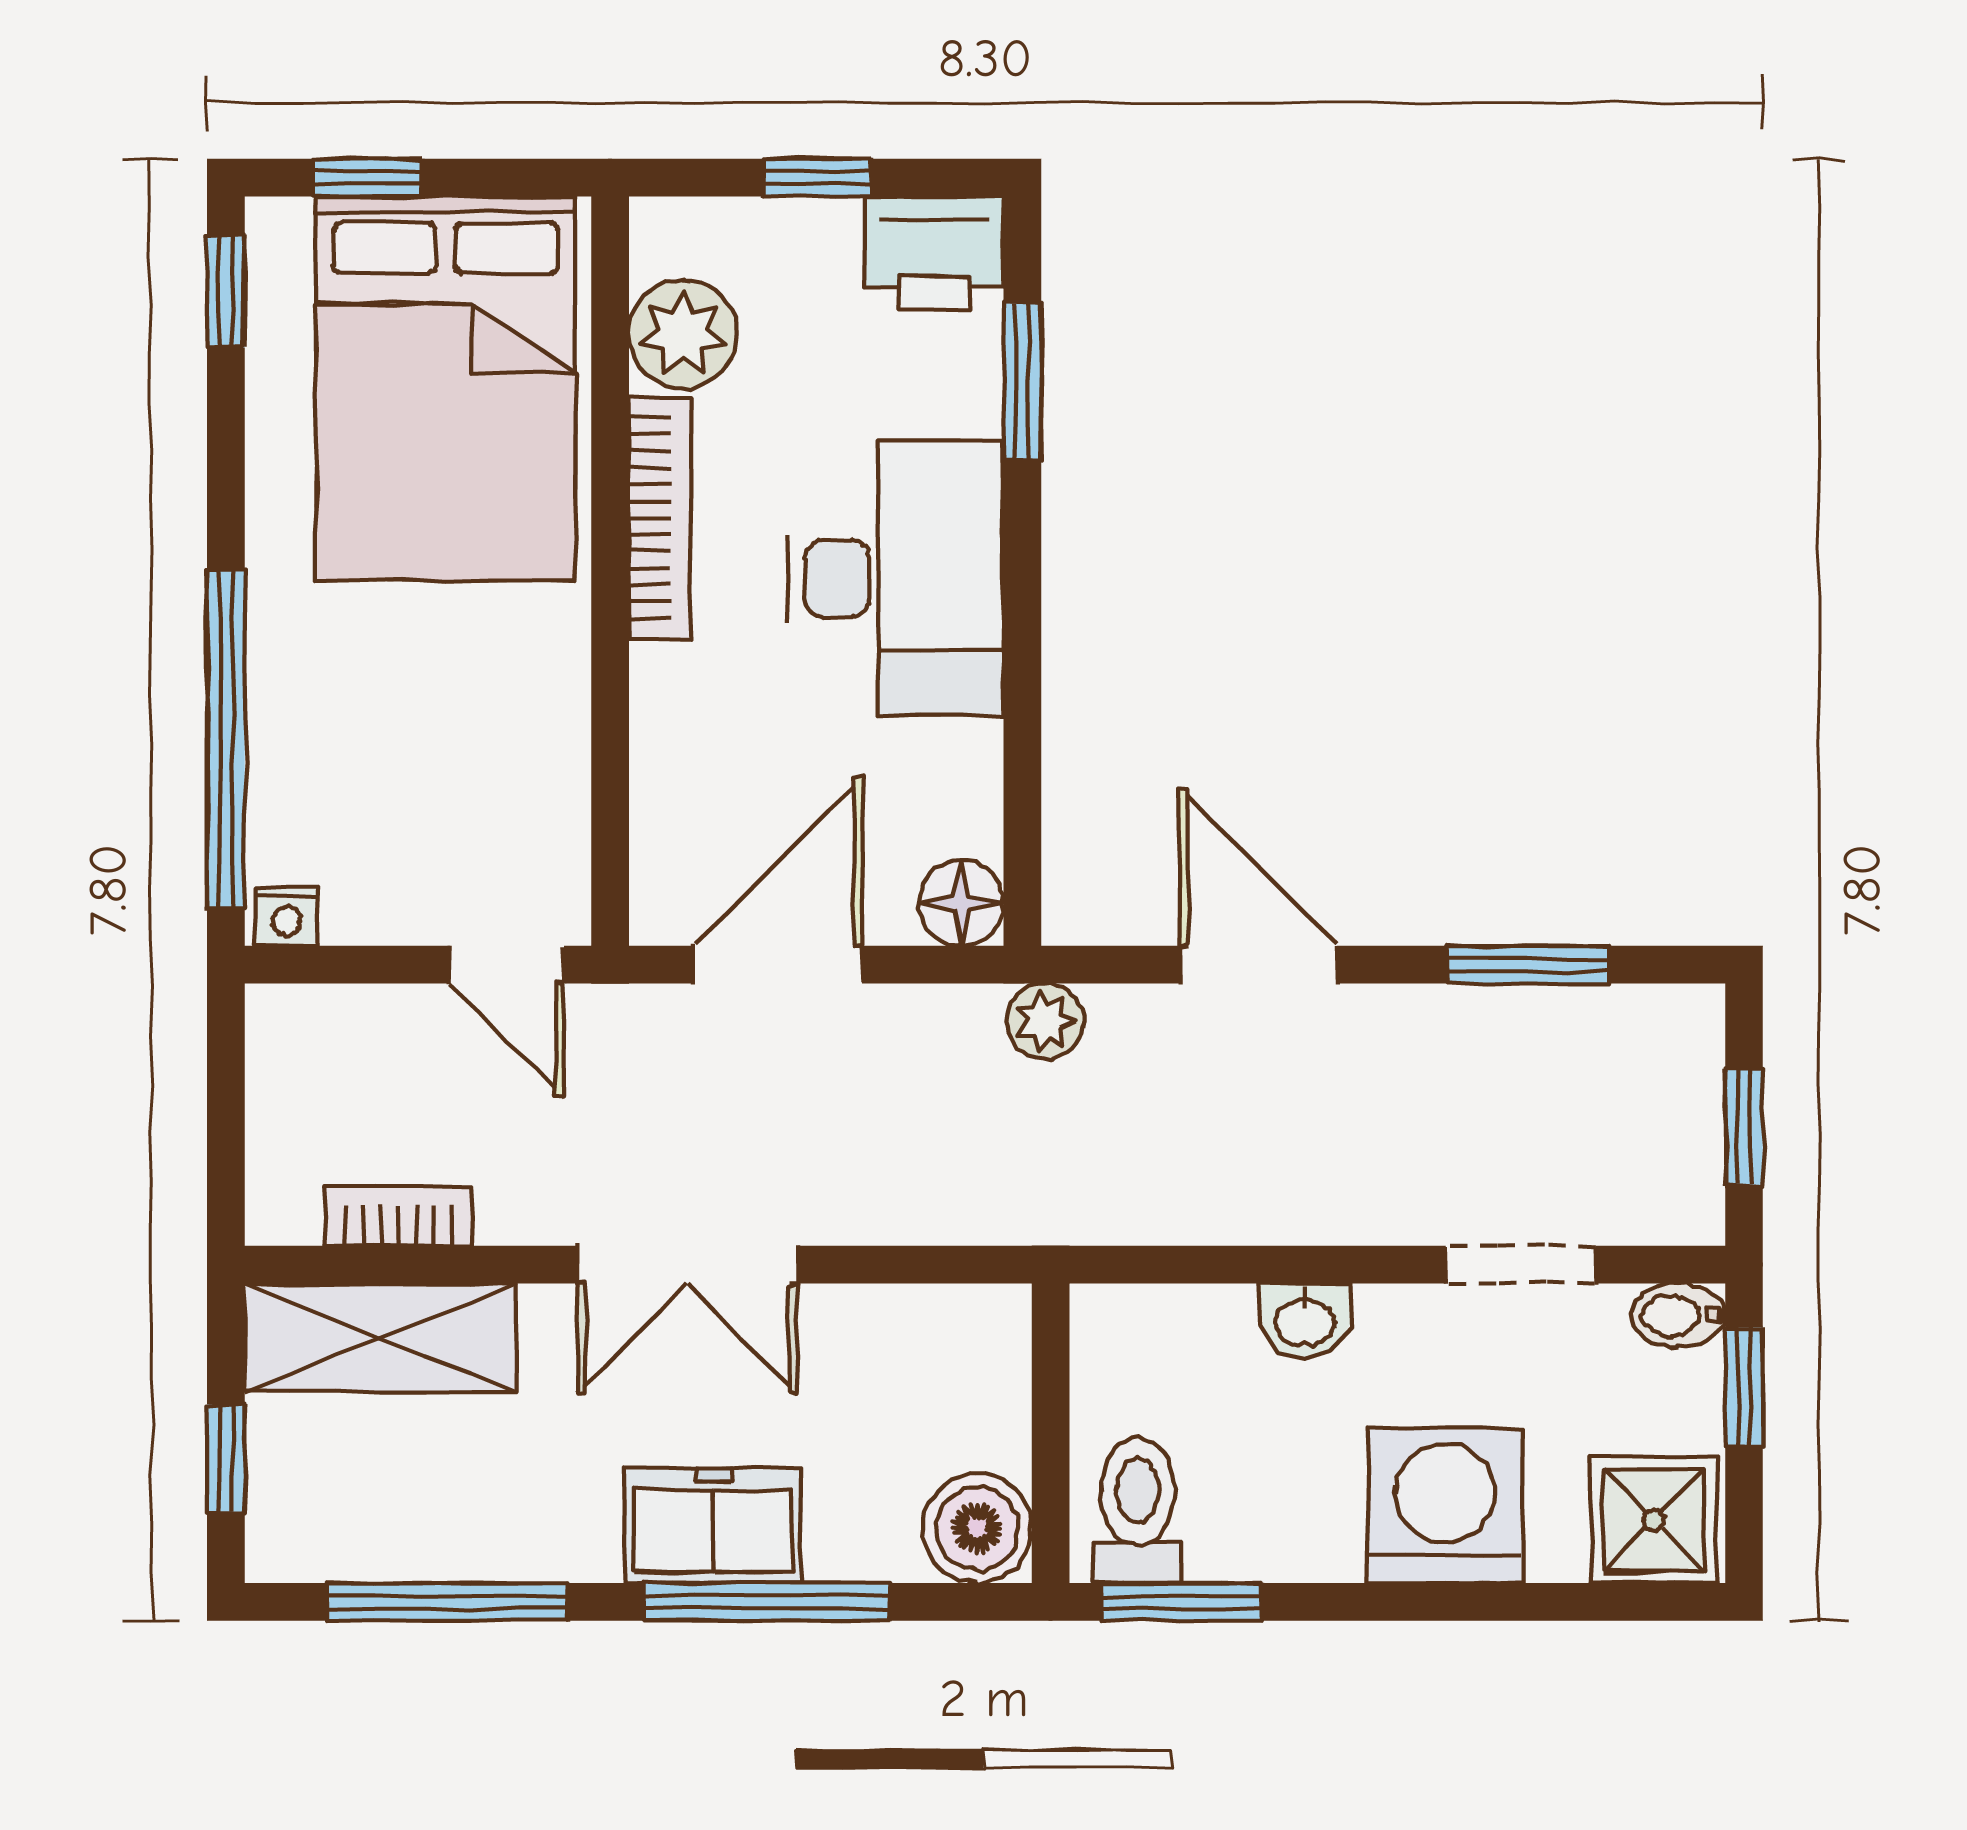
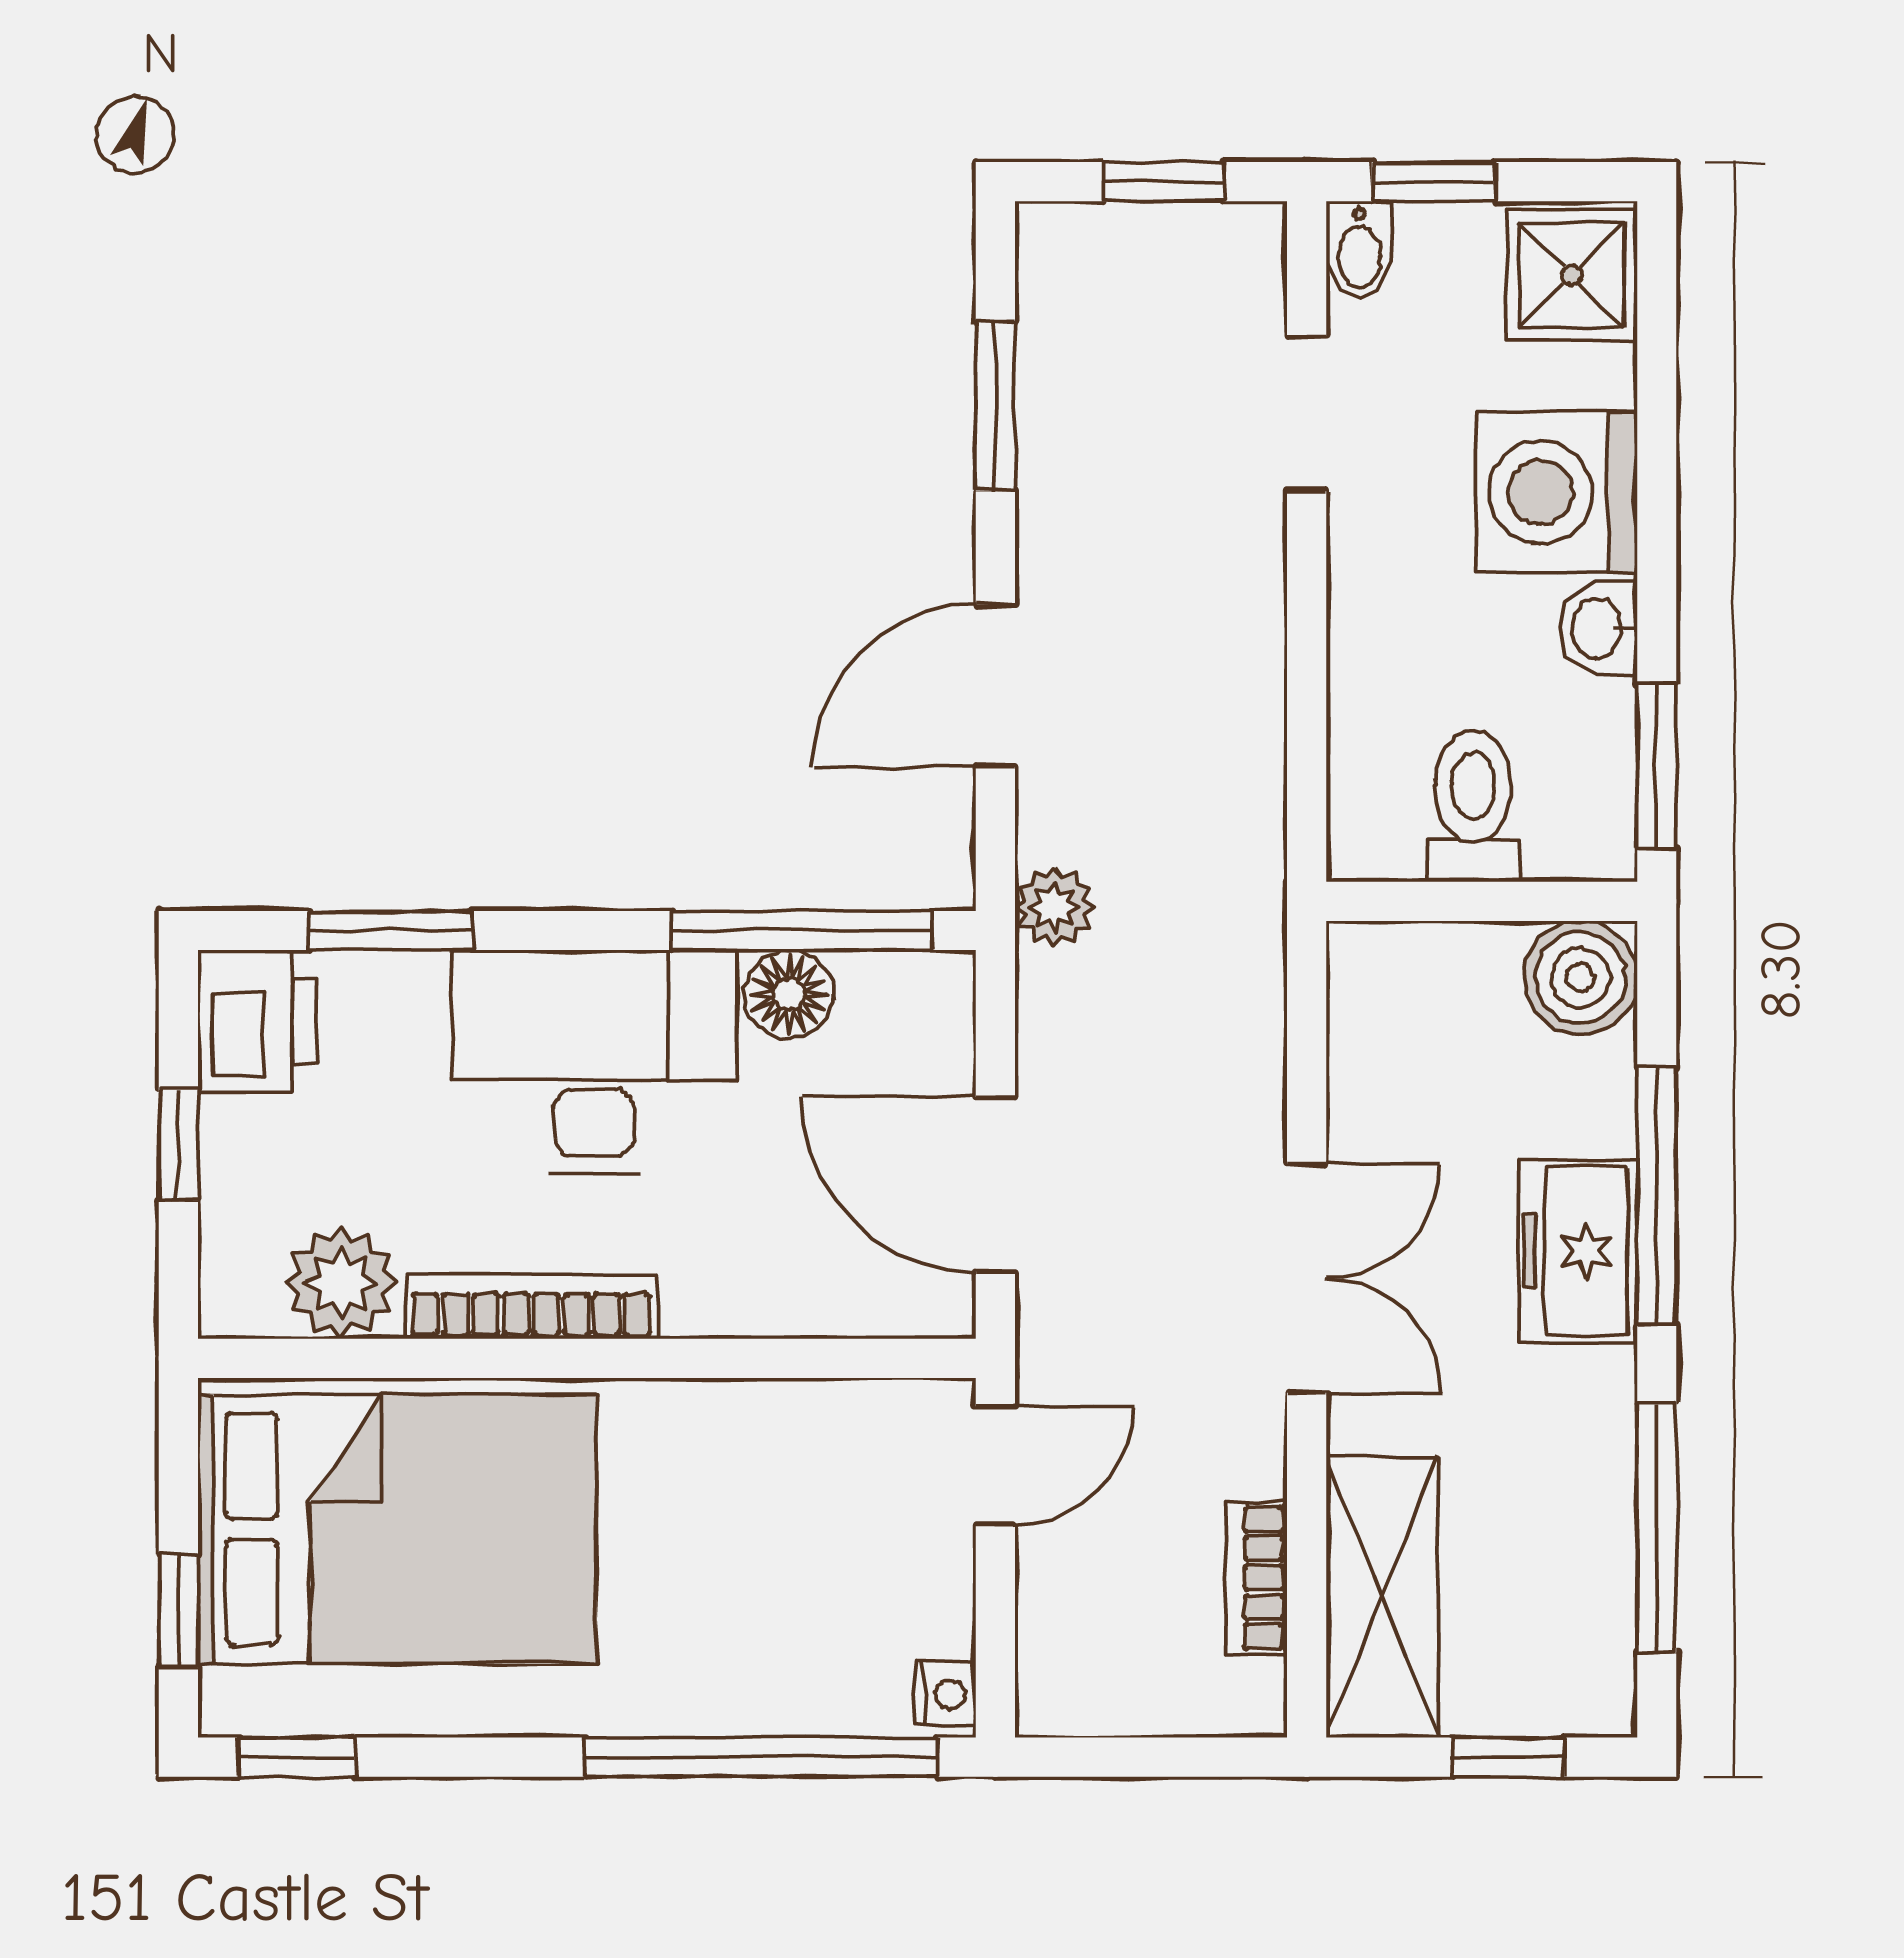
window: (1022, 778) -> (802, 931), added
floor lamp: (961, 903) -> (789, 994), moved
washbasin: (1305, 1320) -> (1599, 628), moved, turned 180
toilet: (1138, 1510) -> (1473, 806), moved, turned 90

